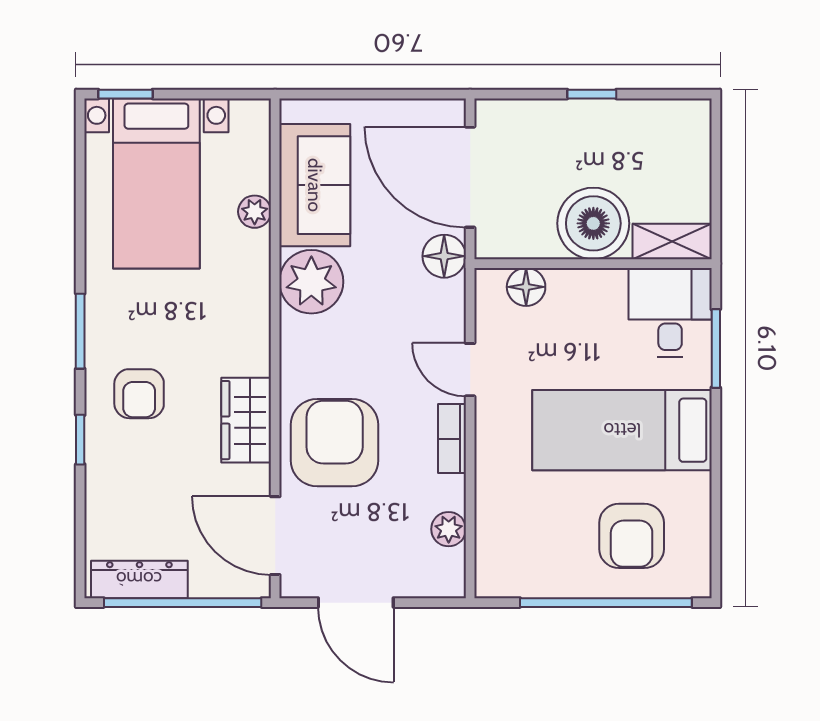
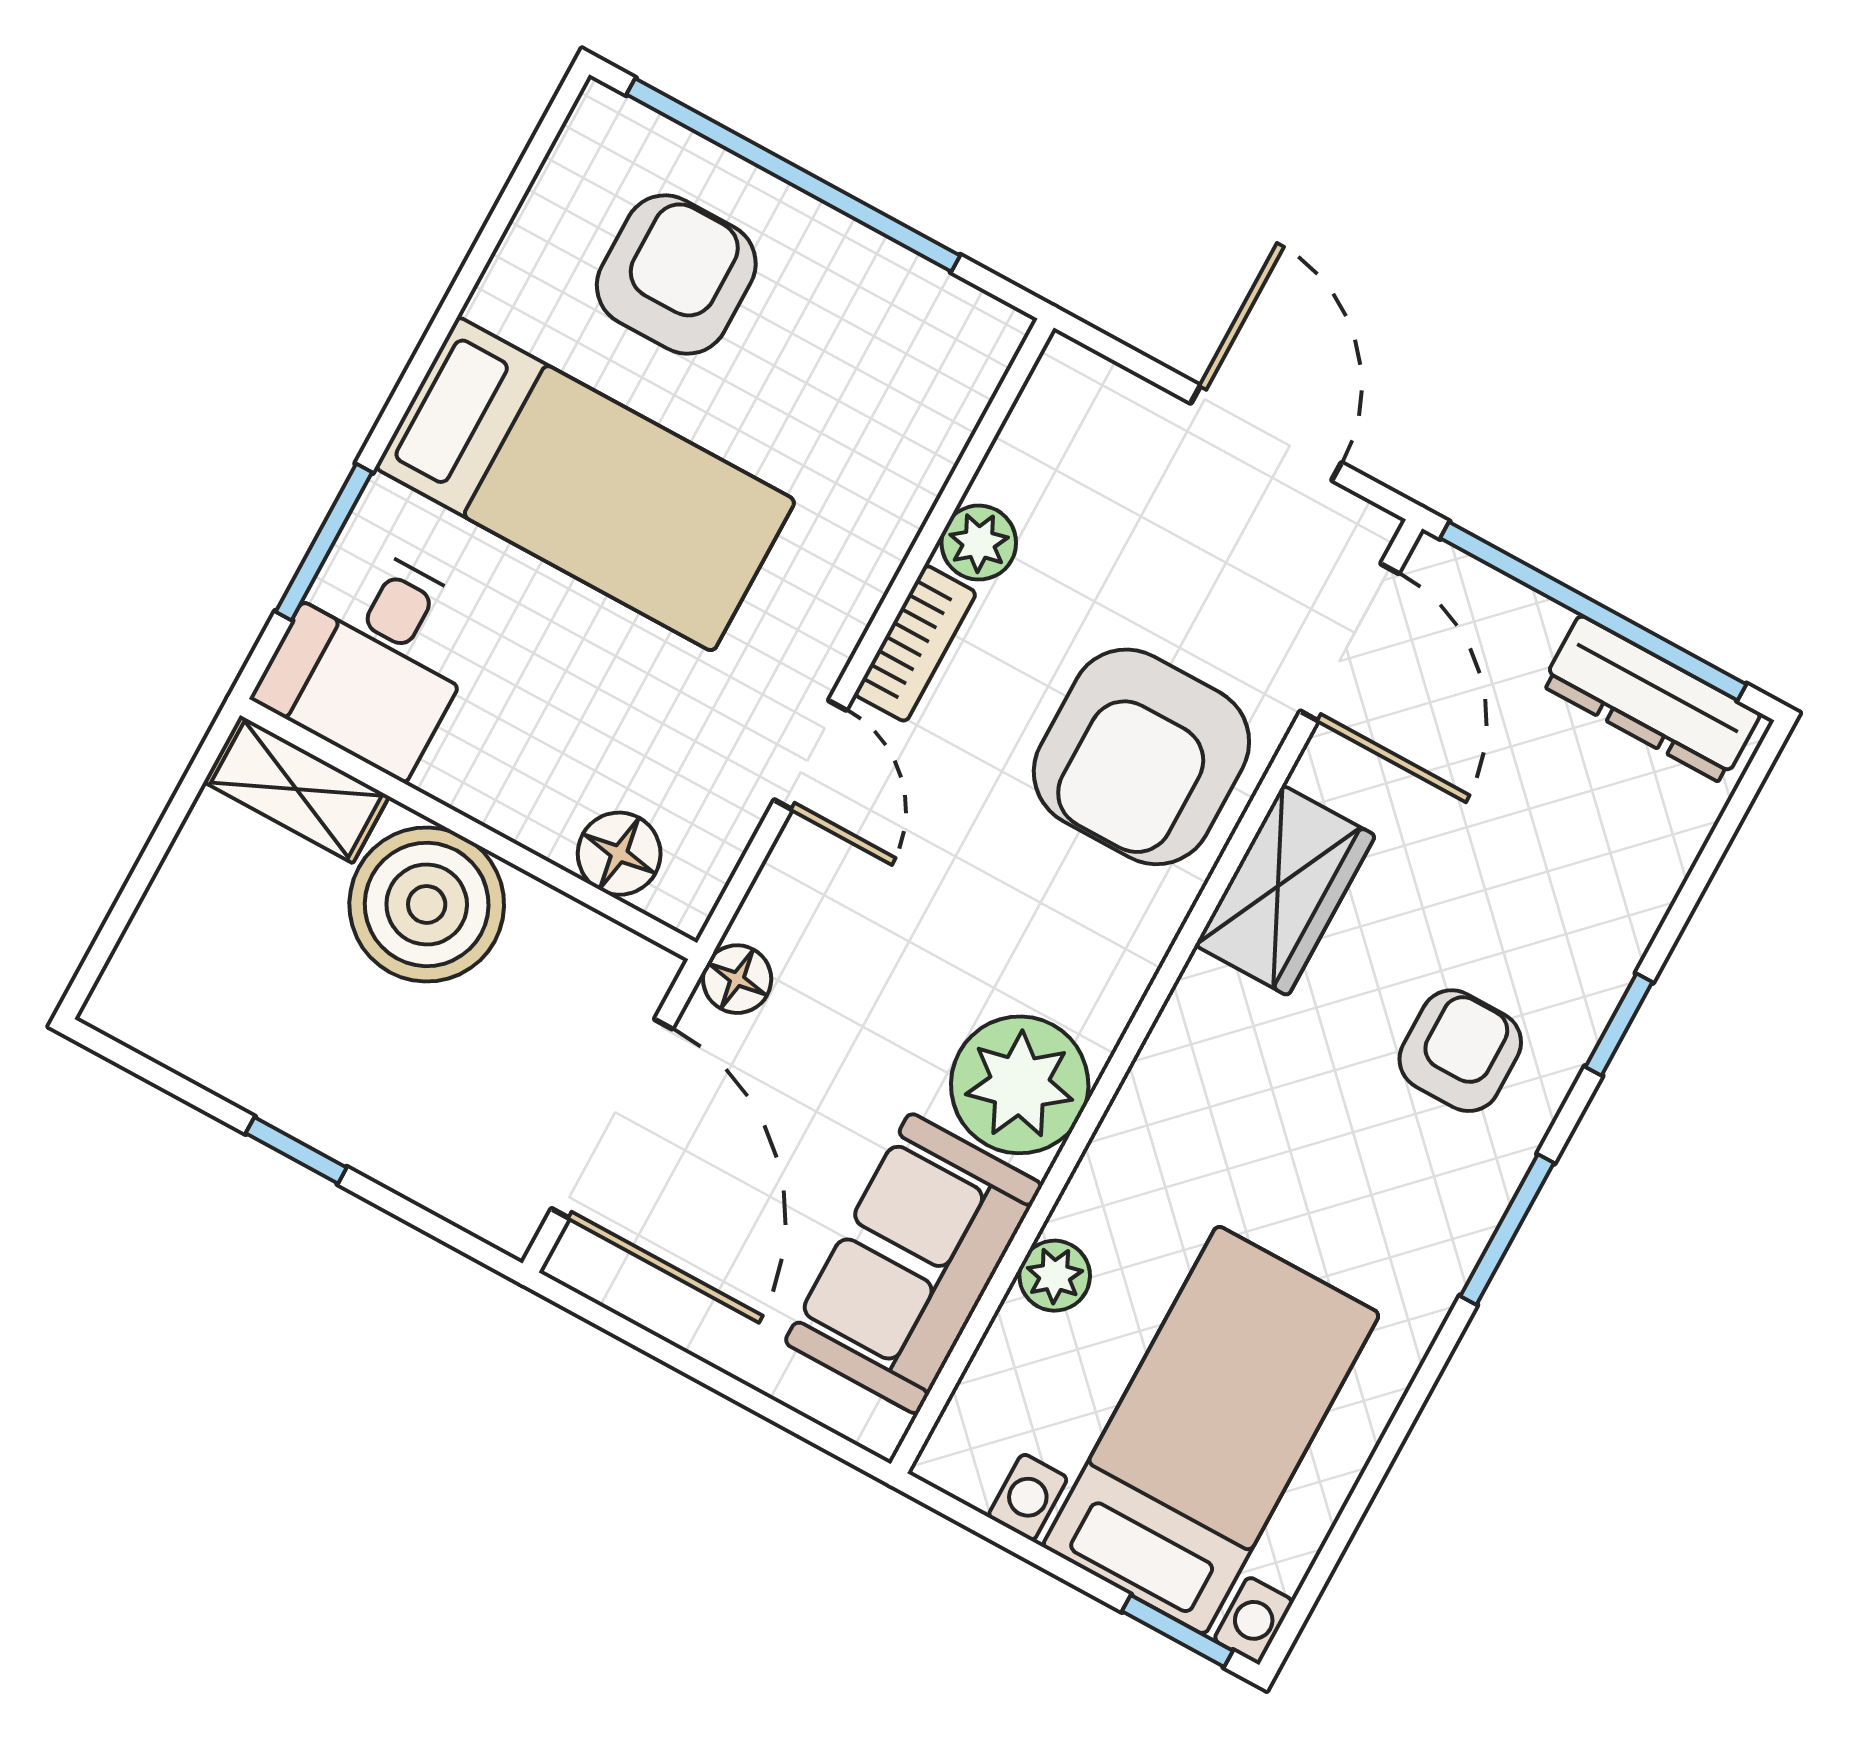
floor lamp: (444, 256) -> (737, 979), width x0.73, depth x0.73
plant: (449, 529) -> (979, 543), moved

